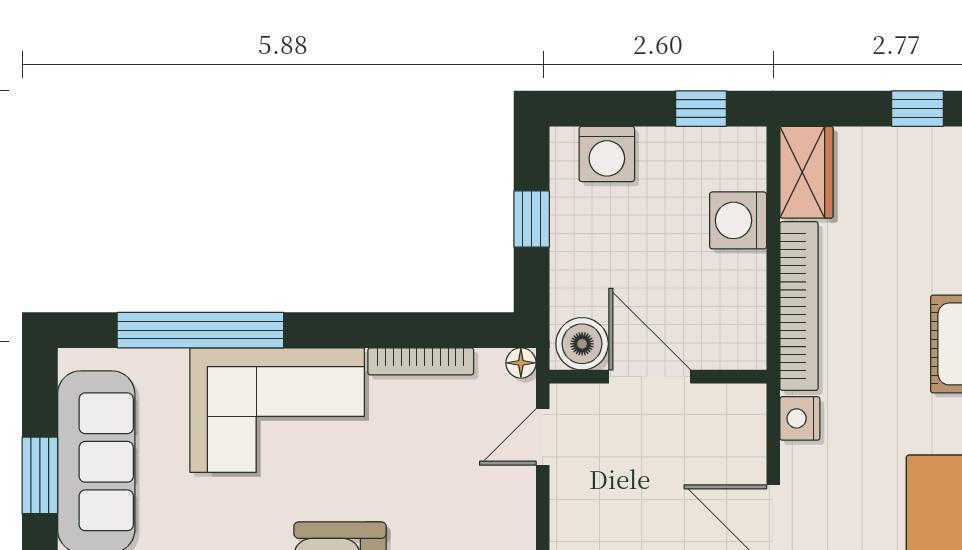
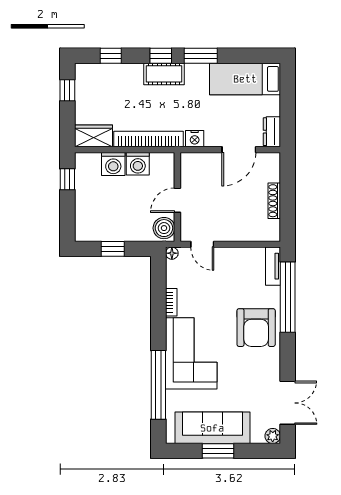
washing machine: (607, 154) -> (138, 164), moved, turned 90
bookcase: (421, 361) -> (171, 302), width x0.64
door: (650, 377) -> (177, 200), width x0.73

